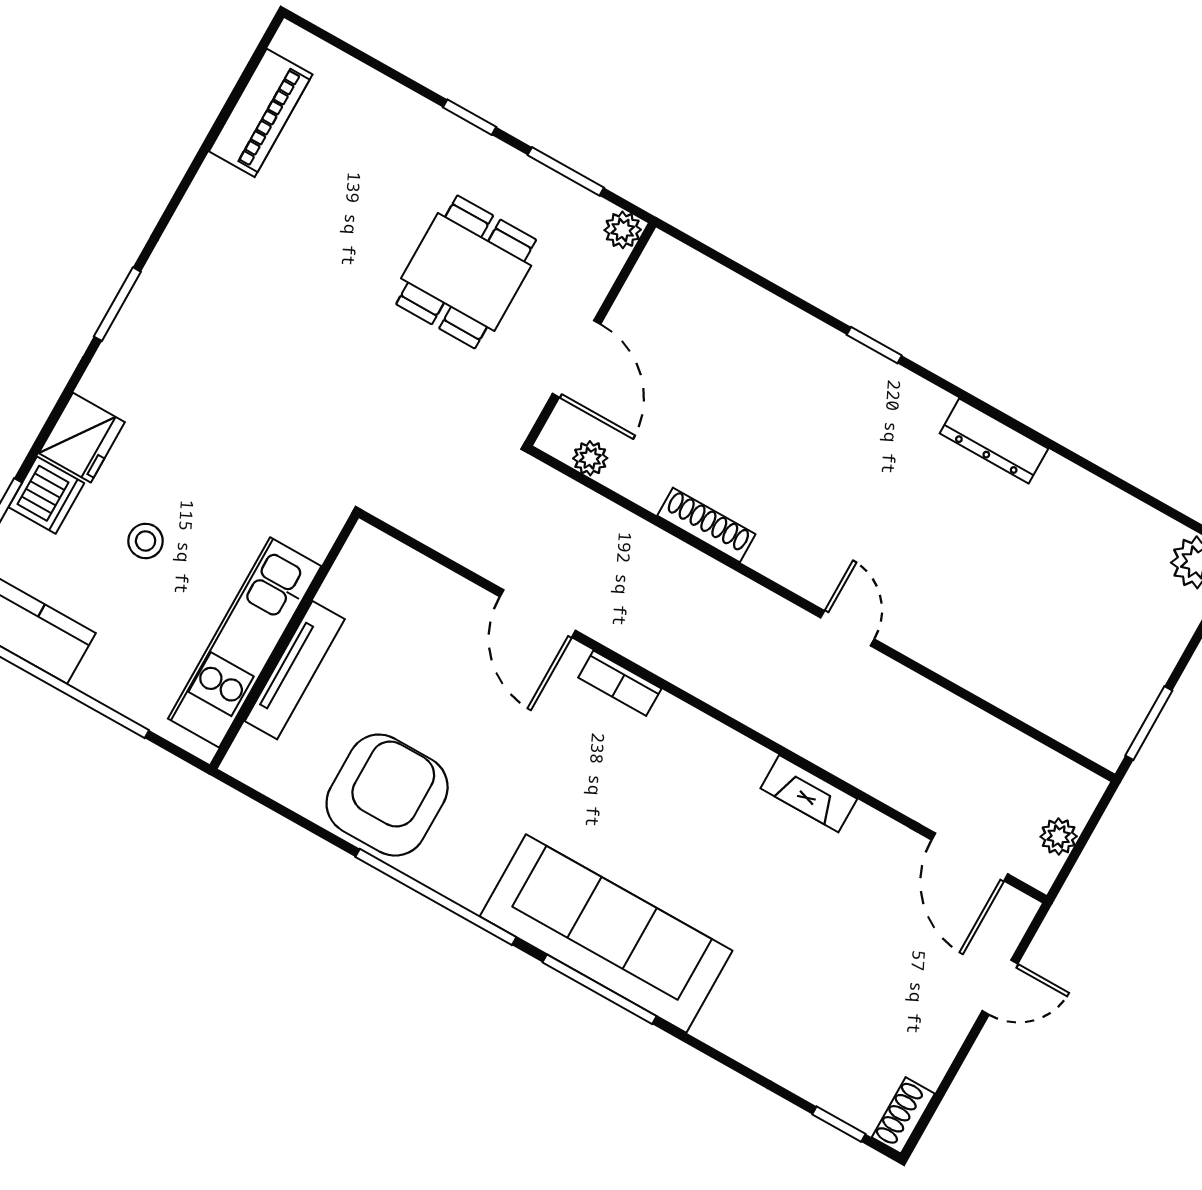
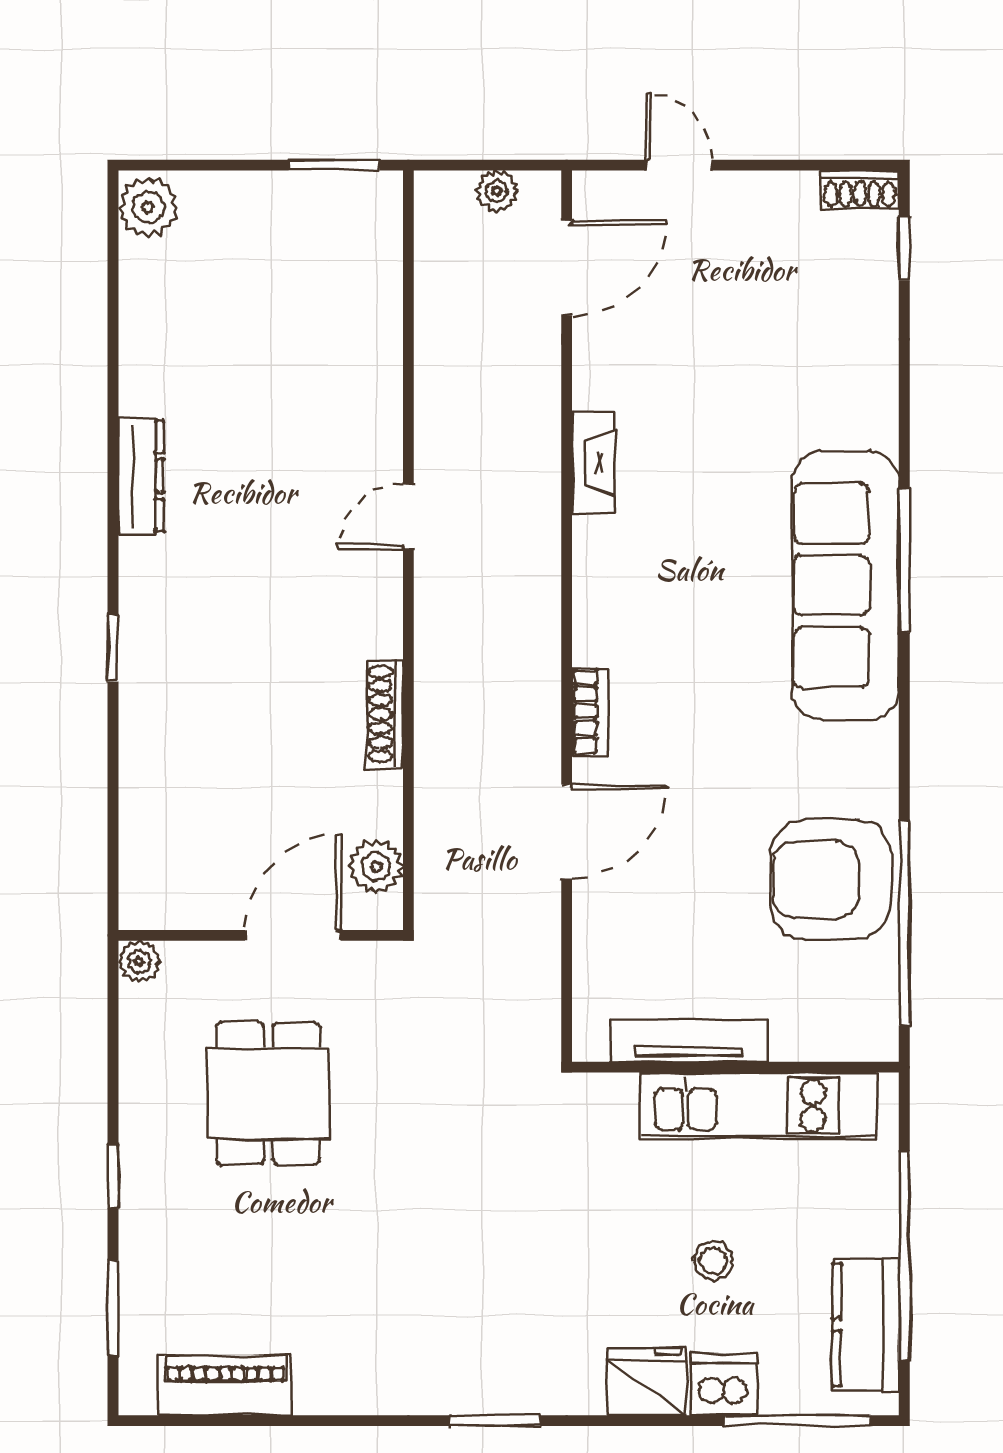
window: (566, 171) -> (113, 1308), moved
dining table: (466, 272) -> (268, 1093), turned 90
plant: (590, 458) -> (376, 866), width x1.38, depth x1.38
tv unit: (295, 670) -> (689, 1041), moved
window: (436, 897) -> (904, 923), moved

